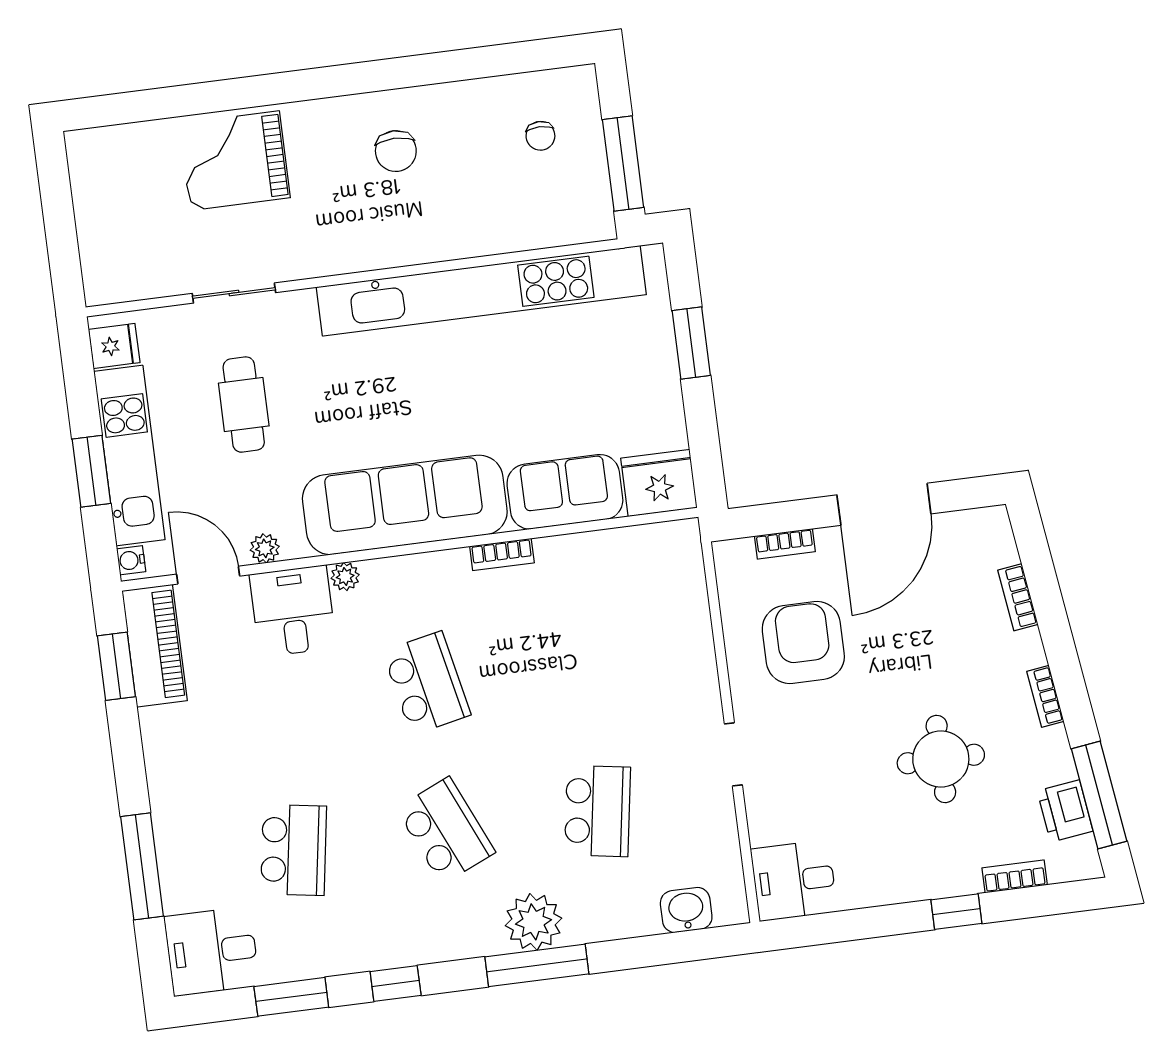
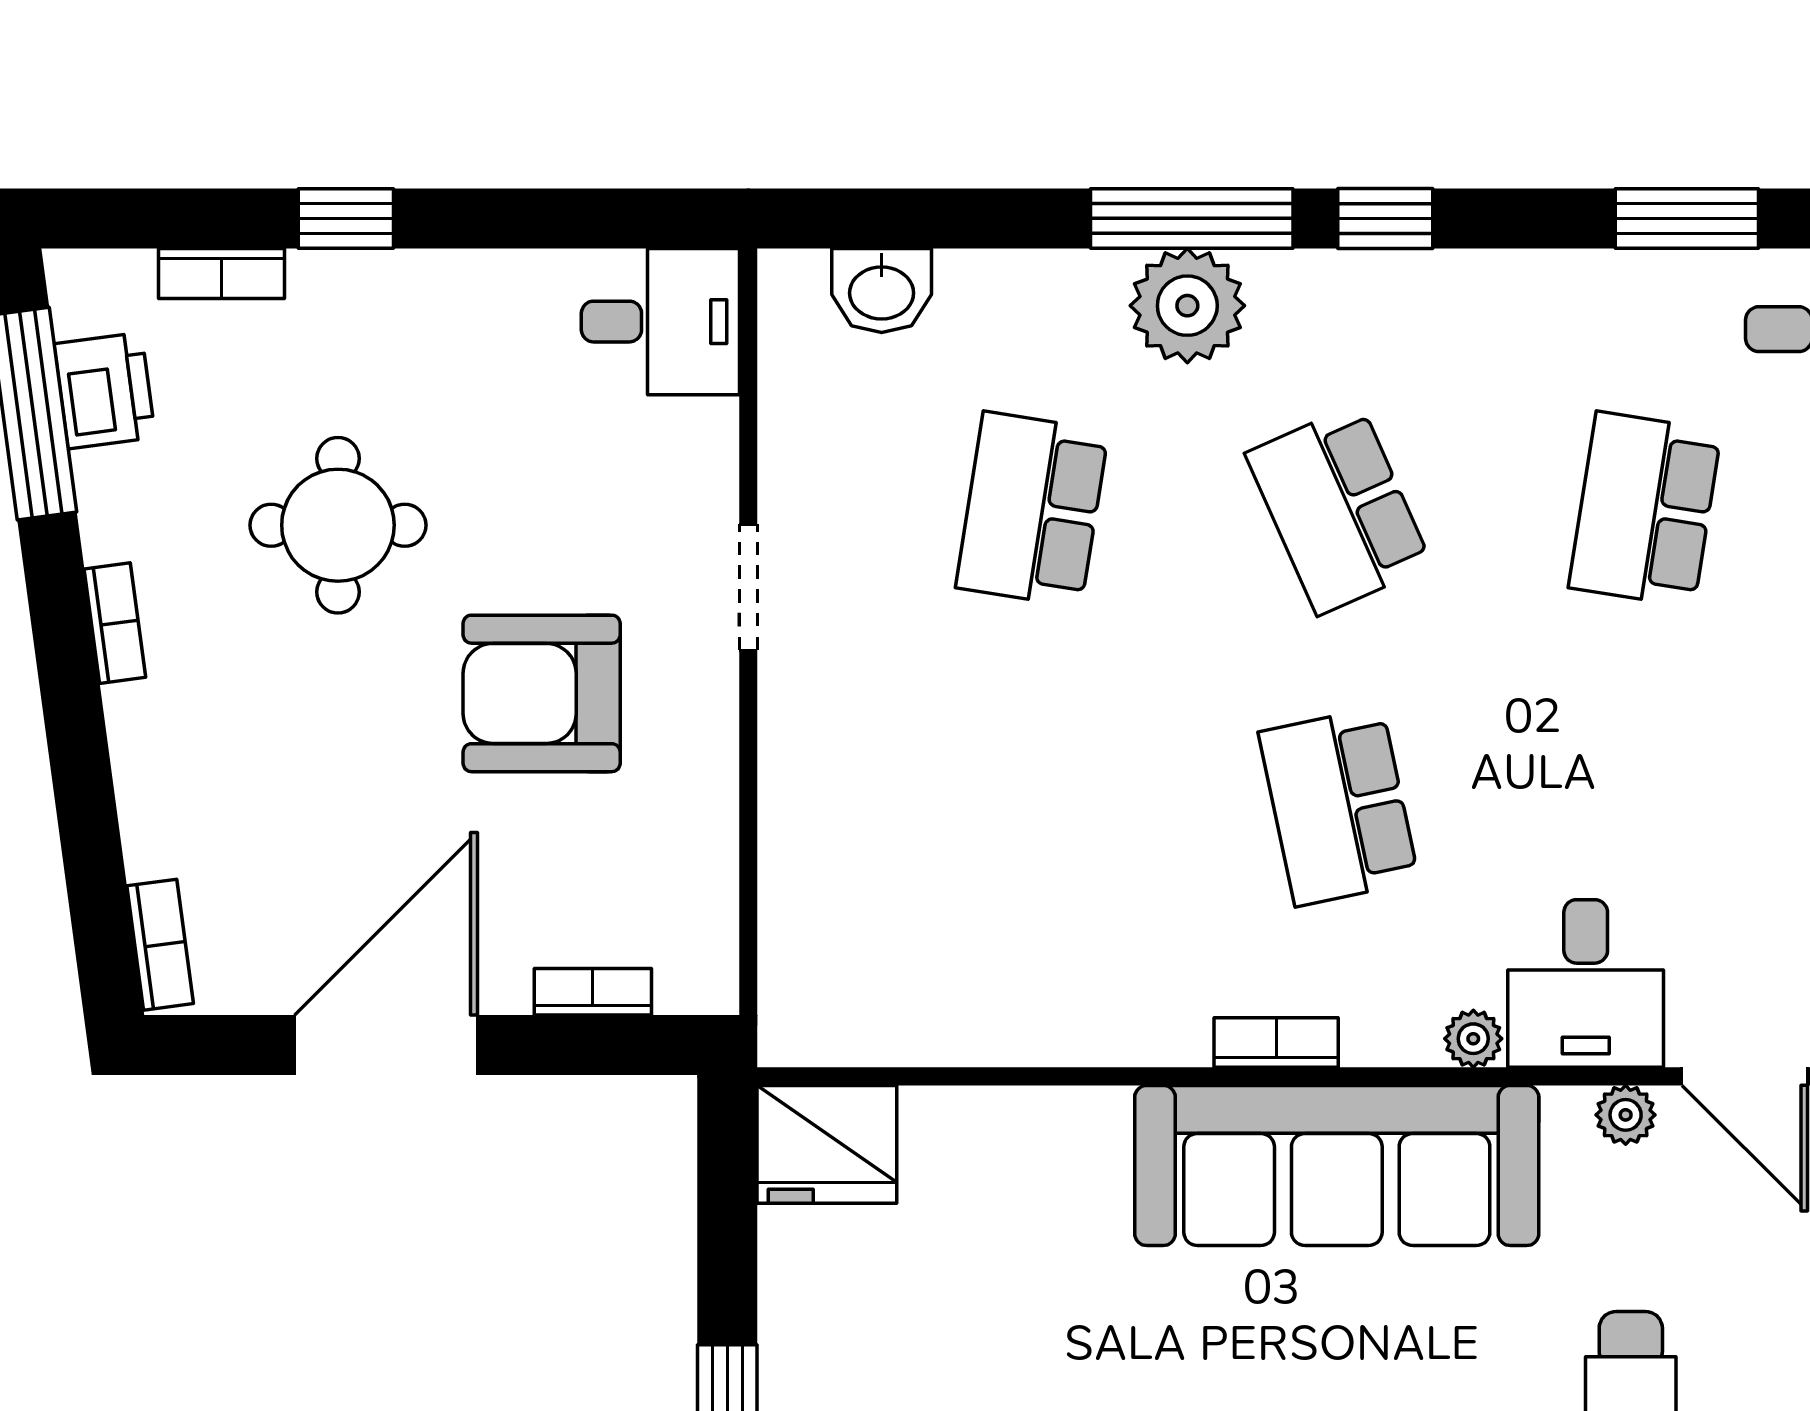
sofa: (565, 492) -> (1016, 1151), removed
bookcase: (502, 554) -> (1276, 1042), moved
bookcase: (1018, 597) -> (160, 945), moved
armchair: (803, 642) -> (542, 693), moved, turned 90
window: (396, 984) -> (1385, 218), moved

